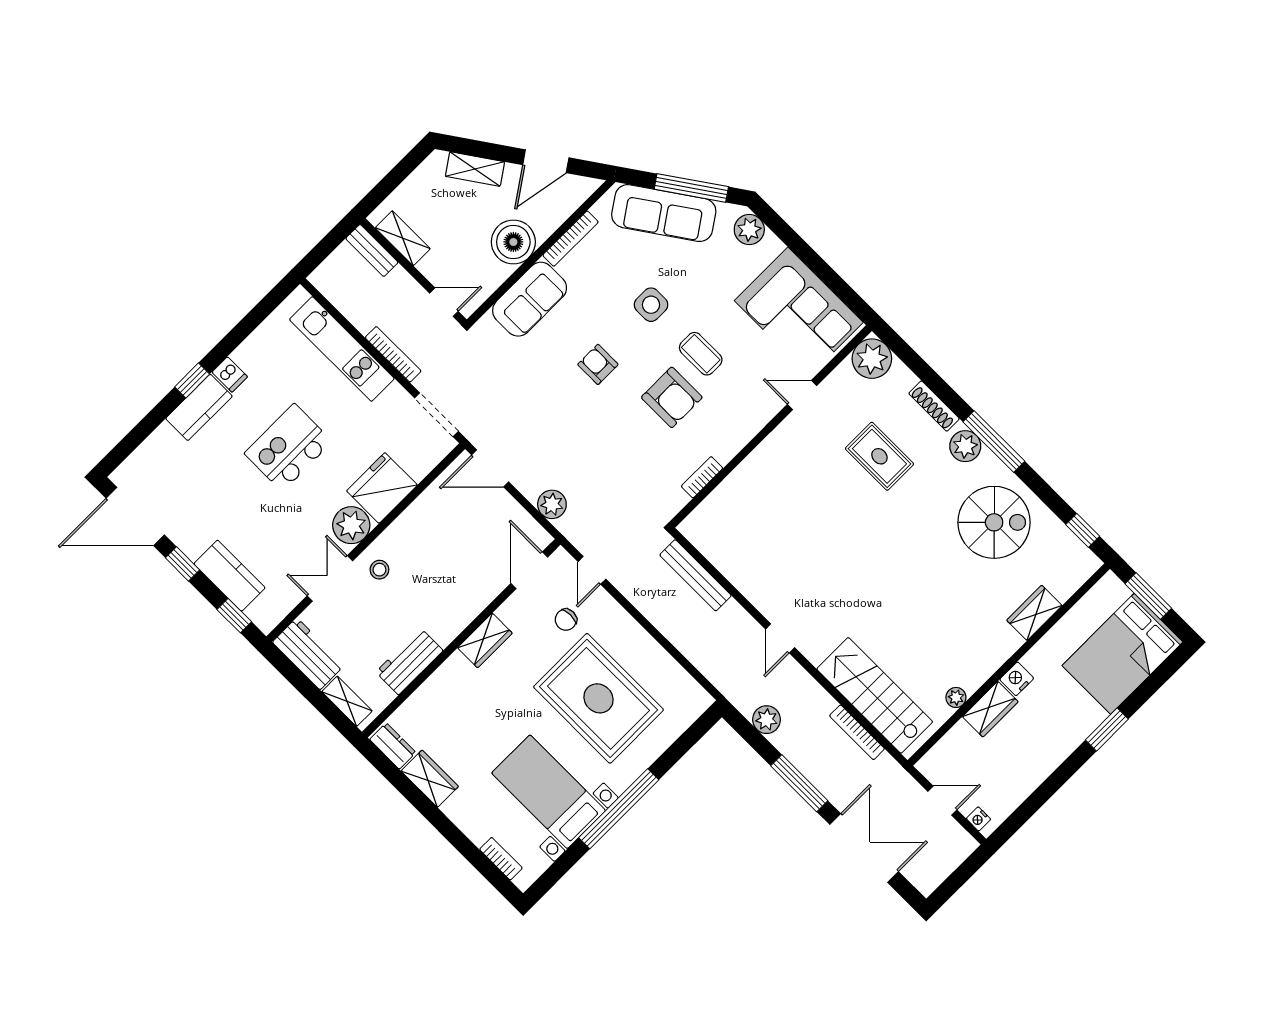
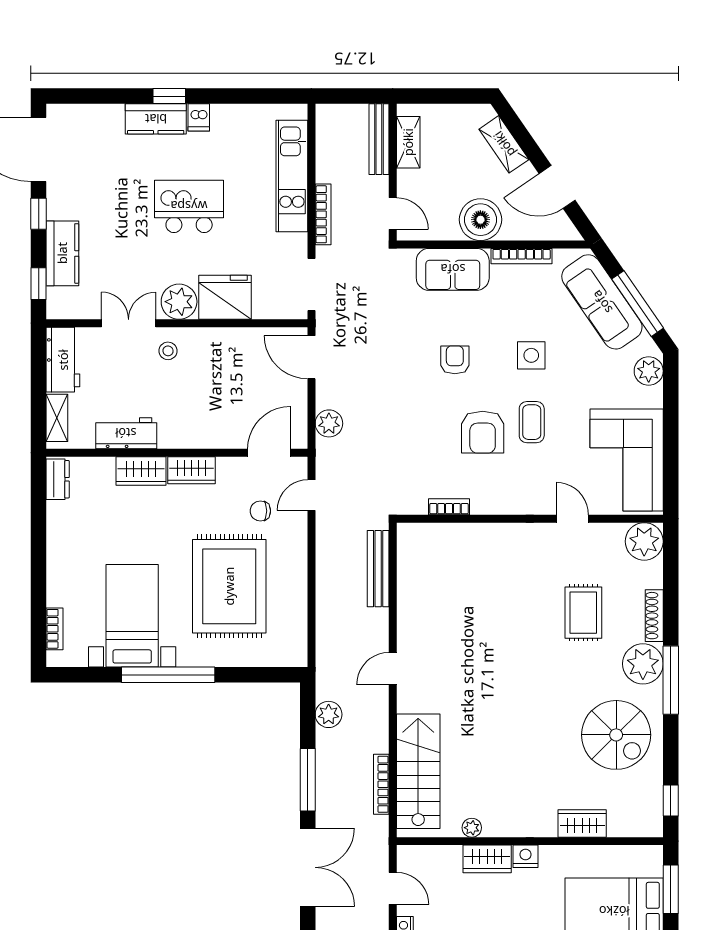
bench: (372, 250) -> (379, 139), width x1.36
plant: (965, 446) -> (643, 664), width x1.36, depth x1.36
wardrobe: (430, 779) -> (141, 471), moved, turned 90

